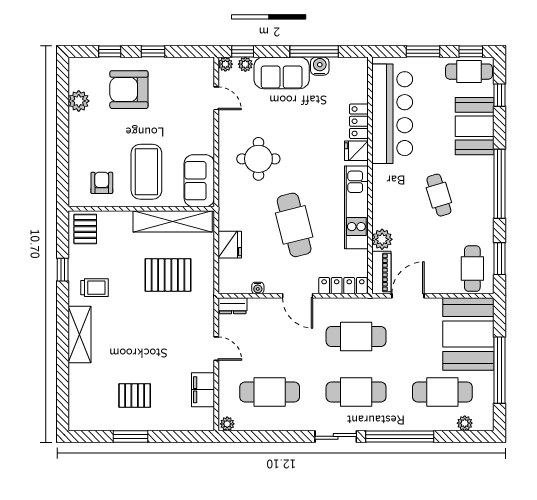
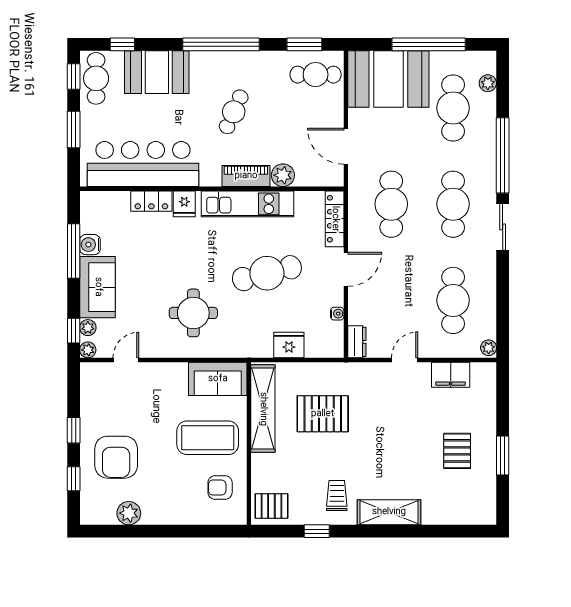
cafe table: (439, 195) -> (234, 112), turned -49
piano: (381, 272) -> (246, 176), moved
pallet: (168, 275) -> (323, 414), turned 90

